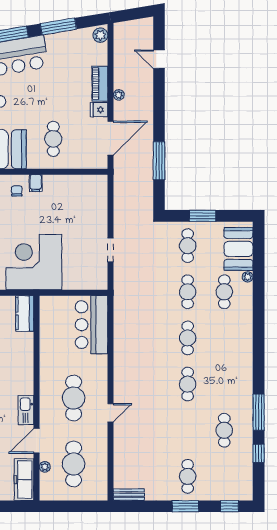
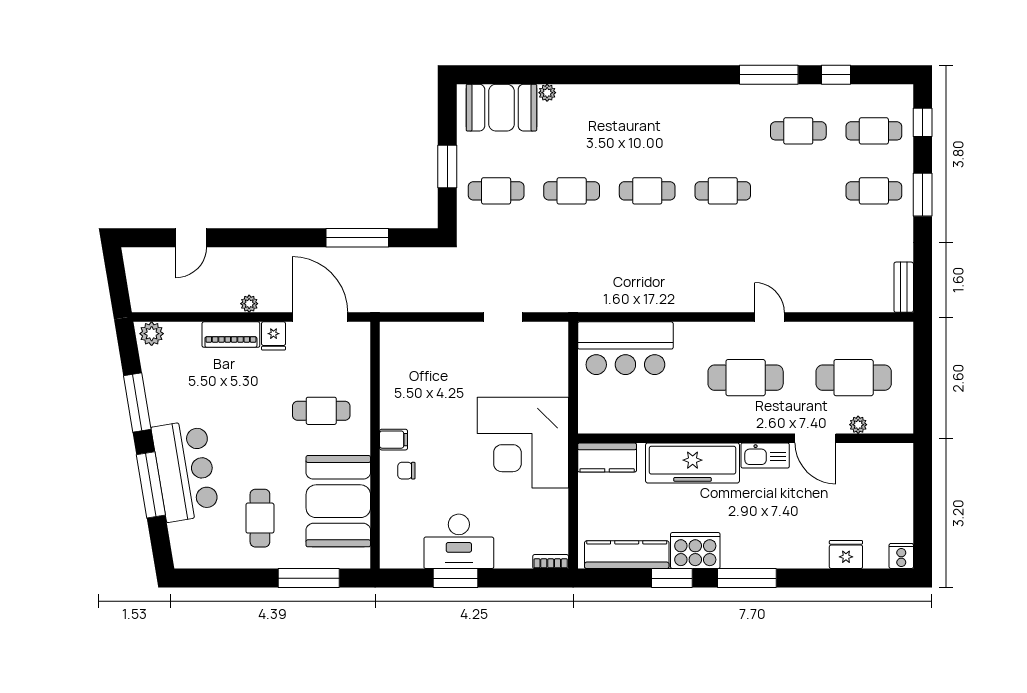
cafe table: (224, 292) -> (874, 131), moved
freezer: (24, 480) -> (693, 463), moved, width x1.36, depth x1.26

